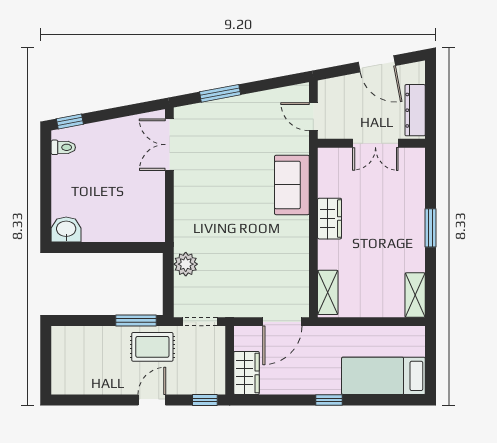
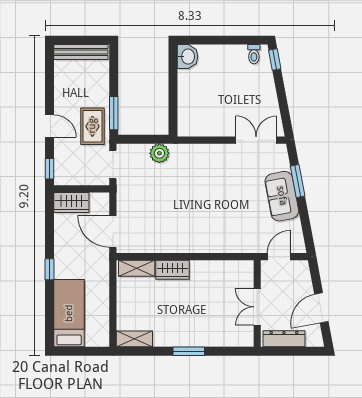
sofa: (292, 185) -> (282, 196), moved, turned -101
wardrobe: (330, 219) -> (173, 270), moved
bench: (61, 361) -> (81, 52), added

